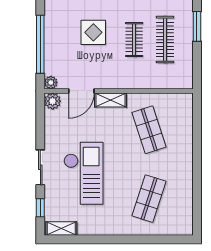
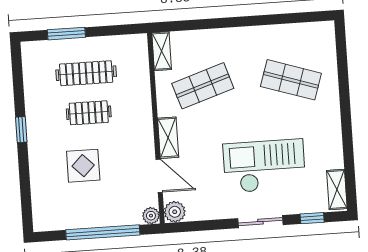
shelving: (178, 100) -> (162, 51), added

